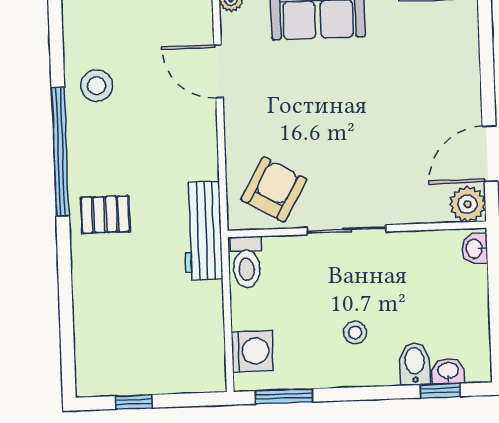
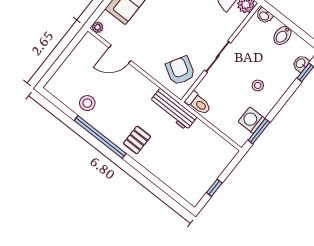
washing machine: (252, 351) -> (252, 120), moved, turned -90
bidet: (415, 364) -> (282, 35), moved, turned -90

